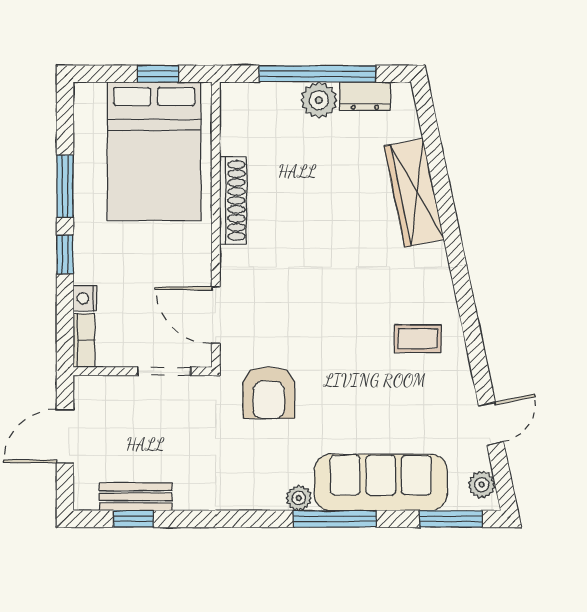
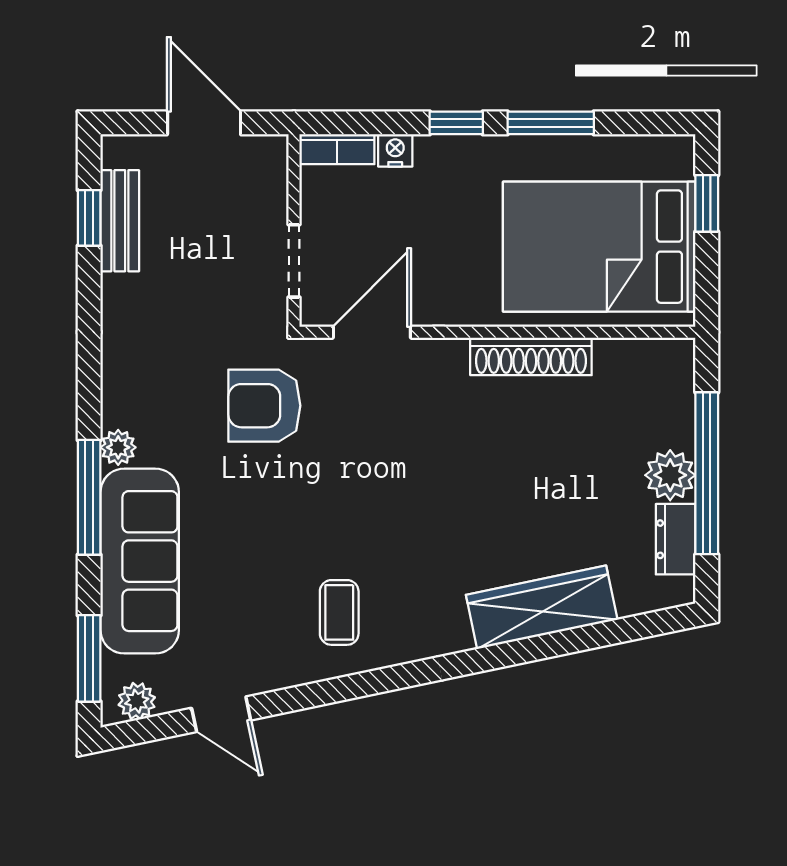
window: (158, 74) -> (707, 203), moved

